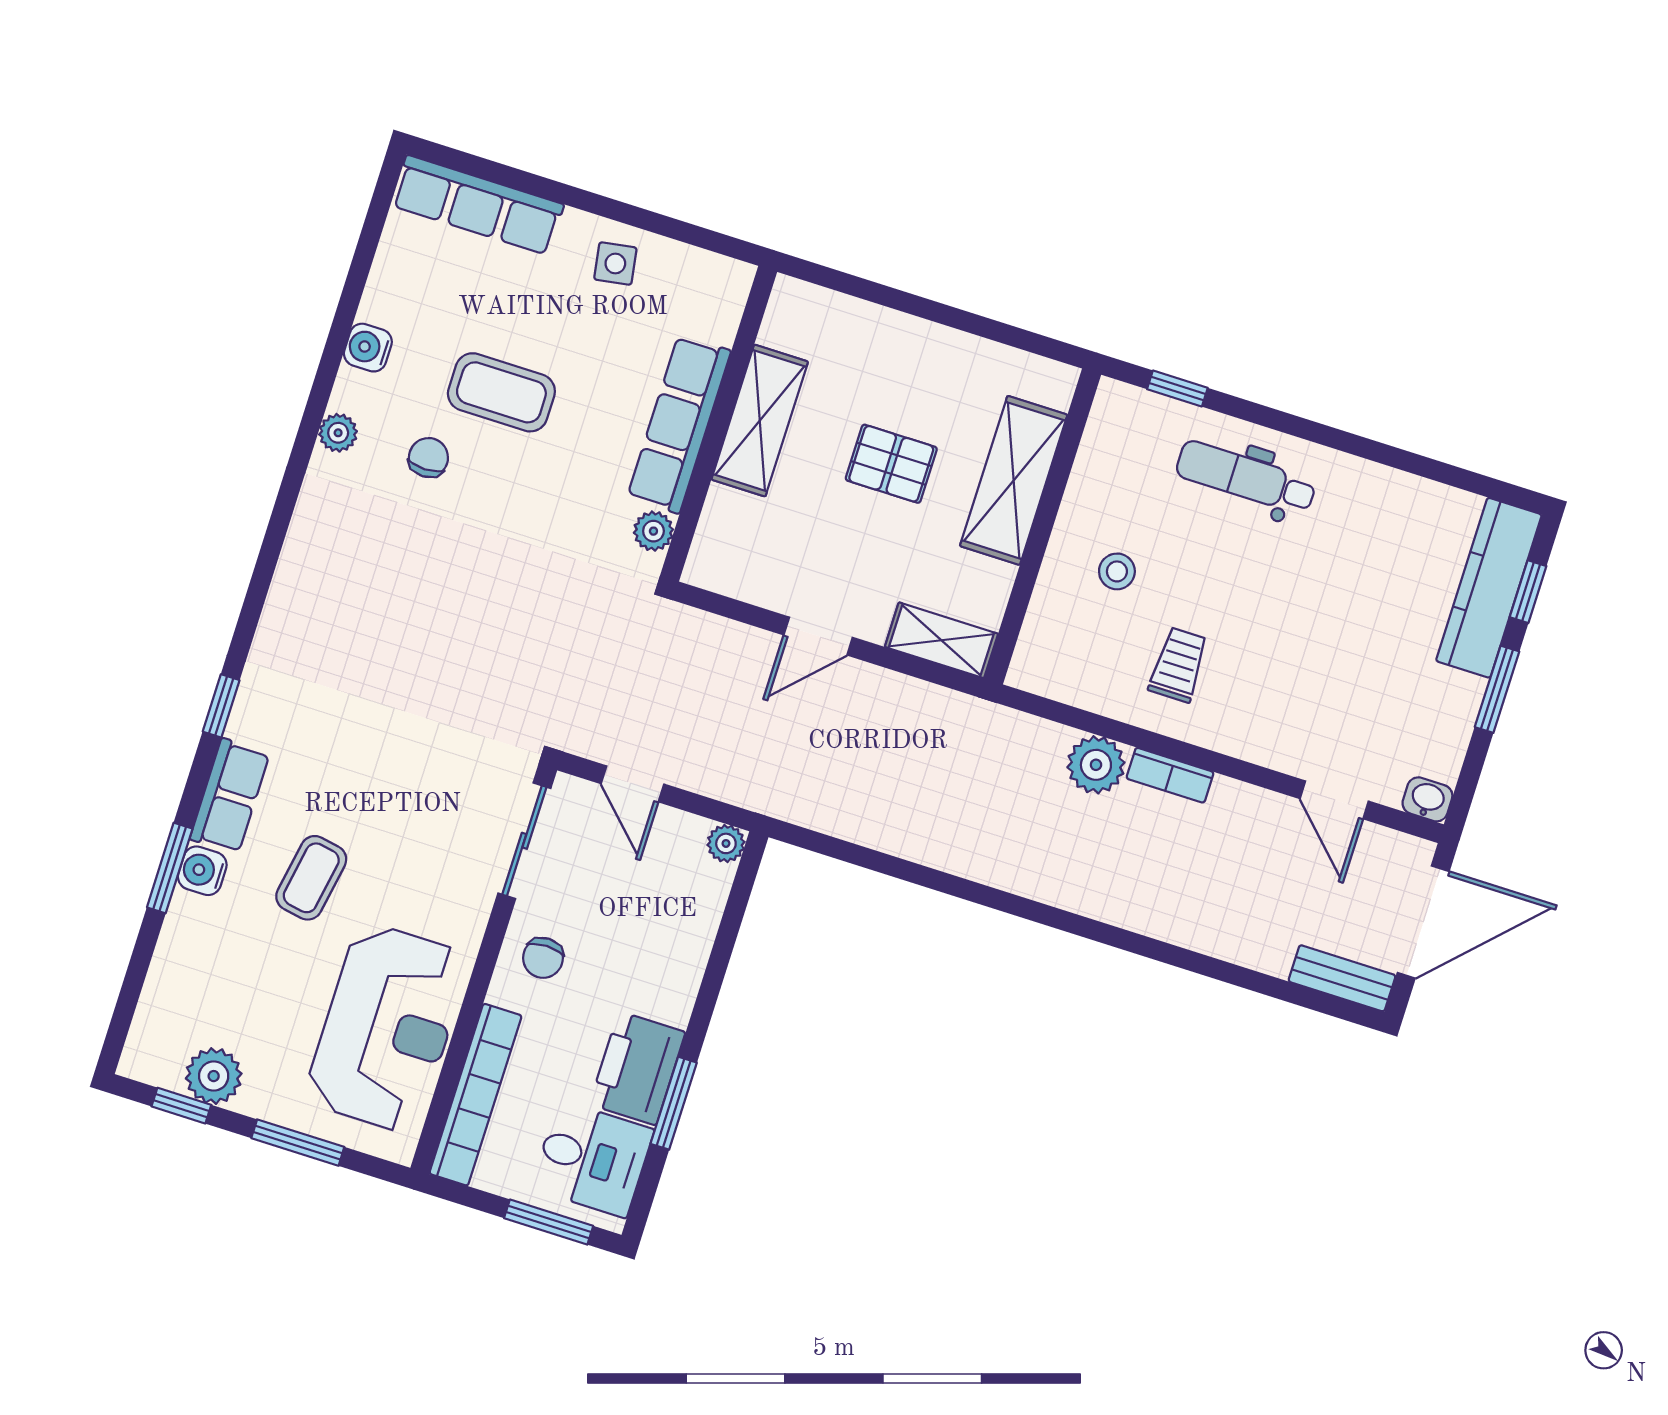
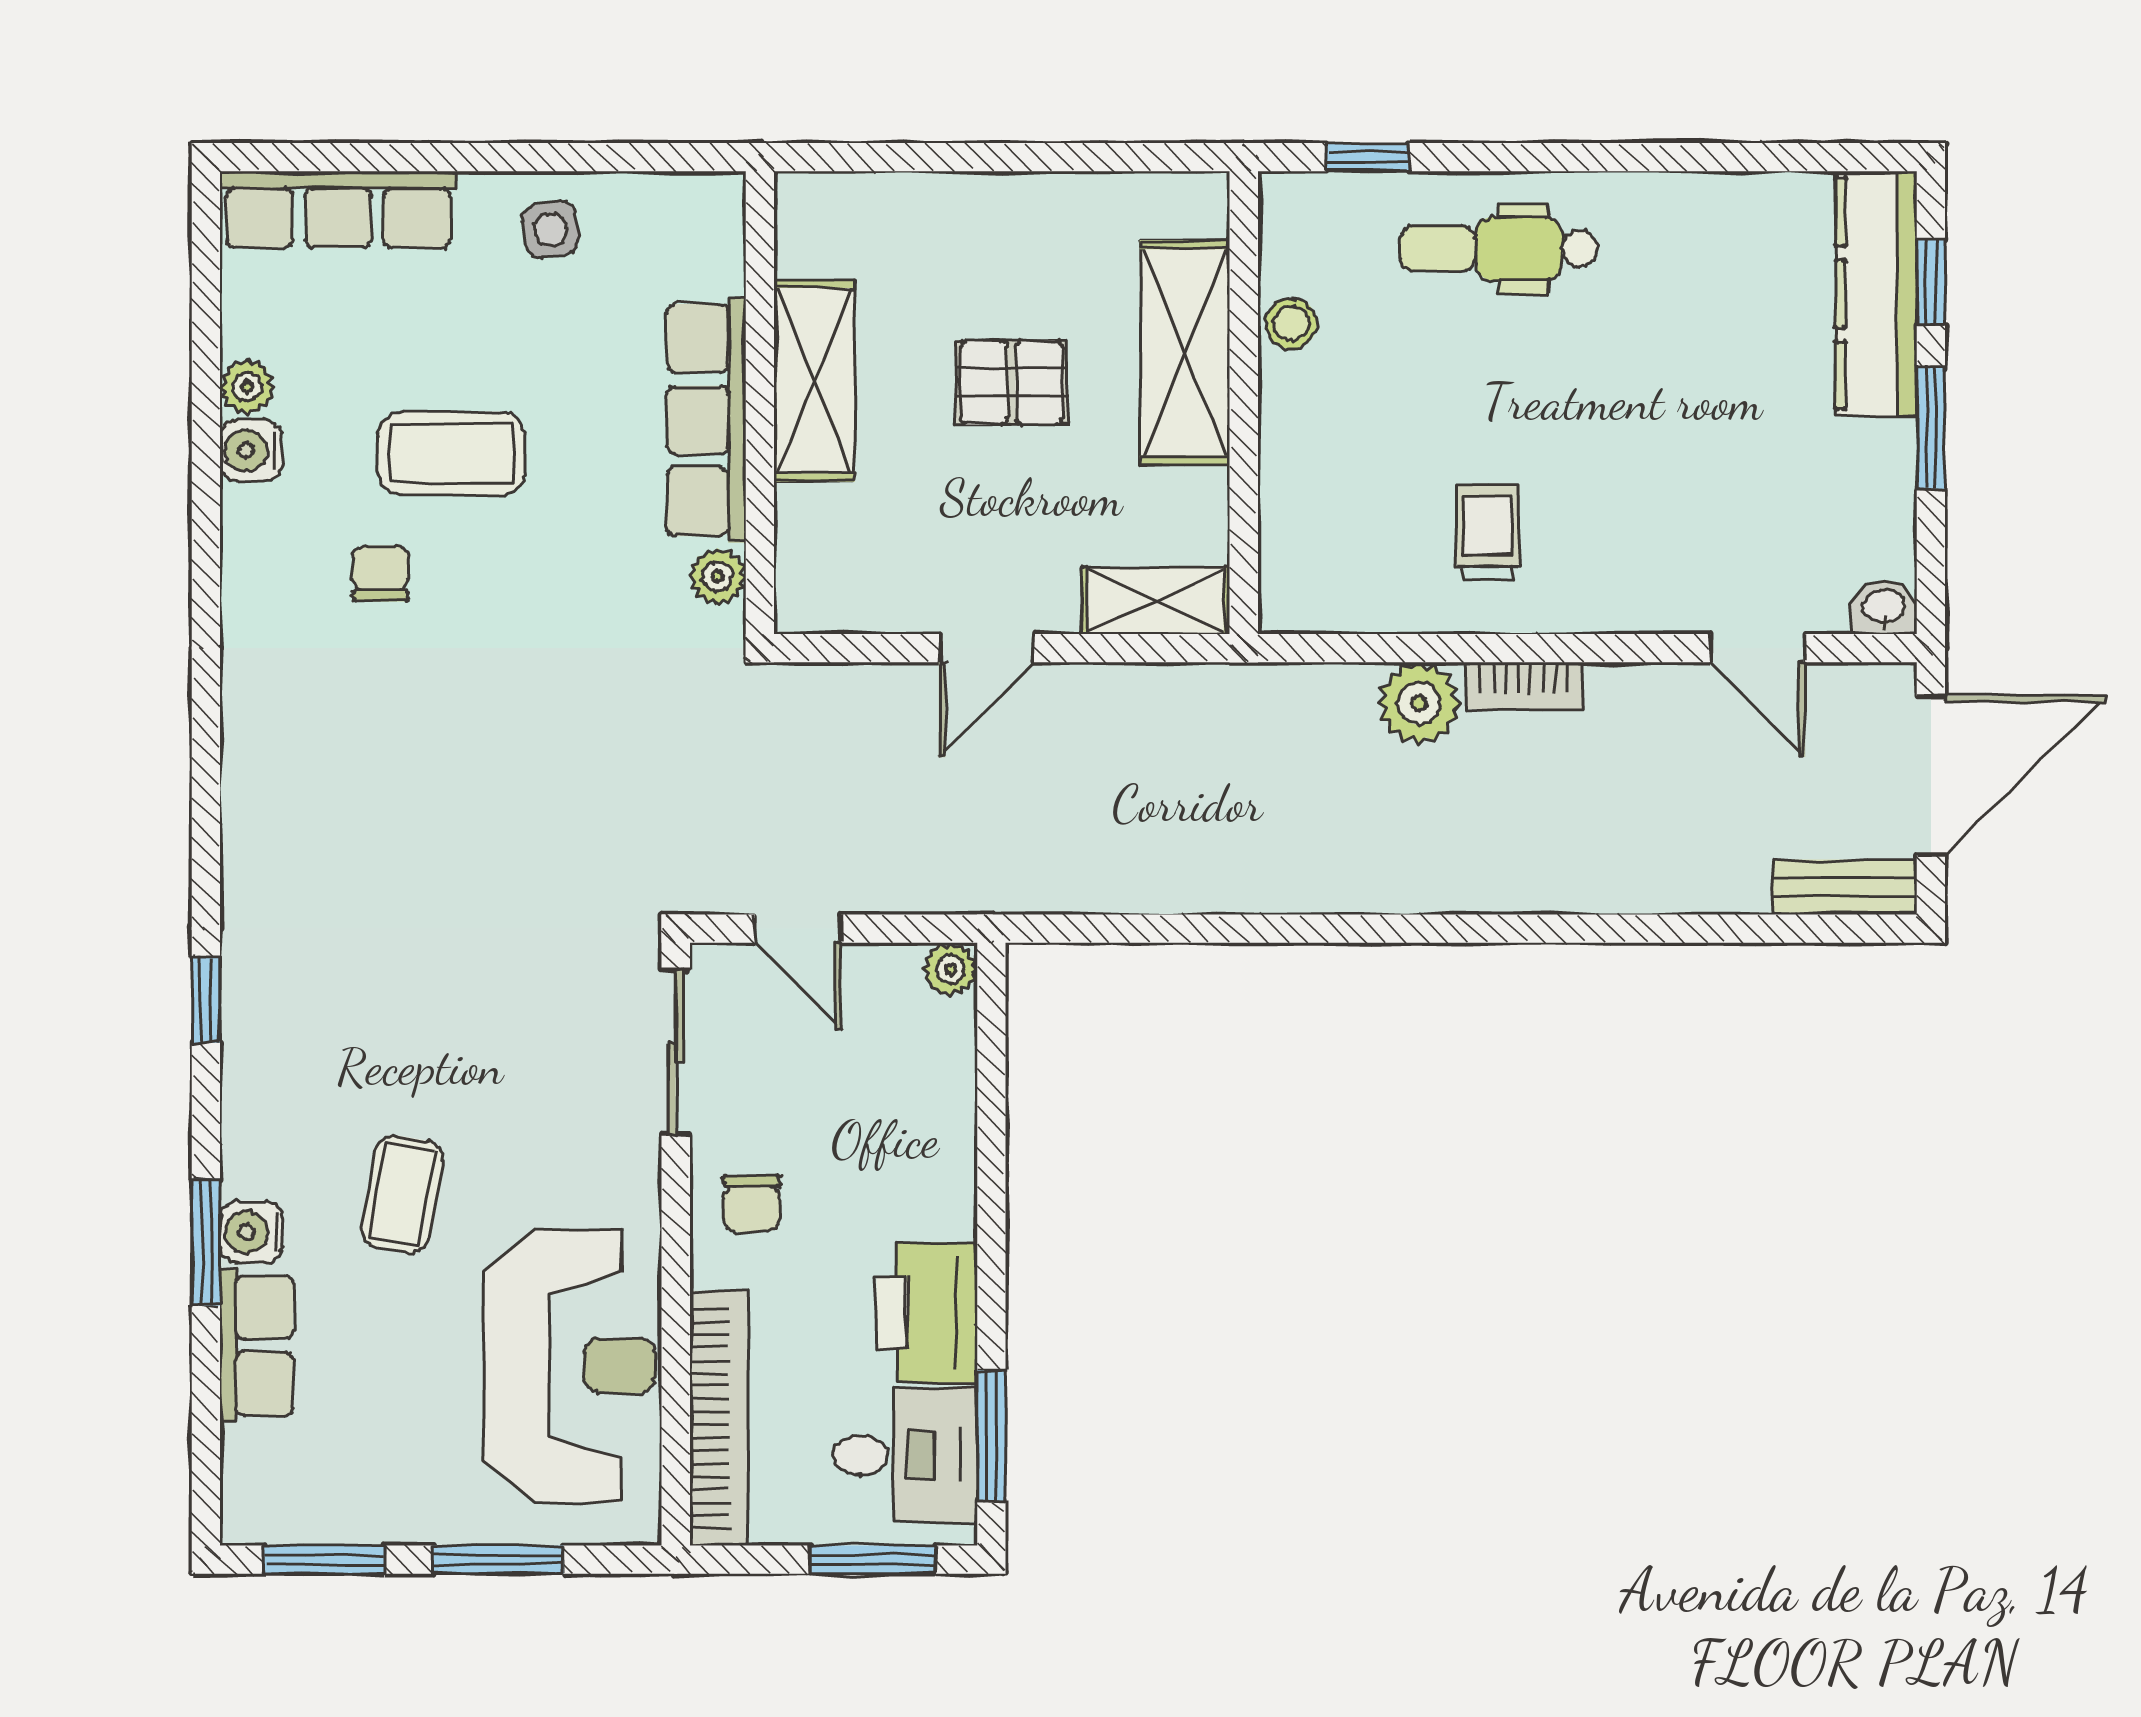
plant: (338, 433) -> (247, 387), moved
stool: (1117, 571) -> (1291, 323), moved
row of seats: (230, 796) -> (256, 1345), moved
plant: (214, 1076) -> (355, 1506), removed
window: (674, 1103) -> (991, 1435), moved
window: (181, 1106) -> (324, 1560), width x1.50

